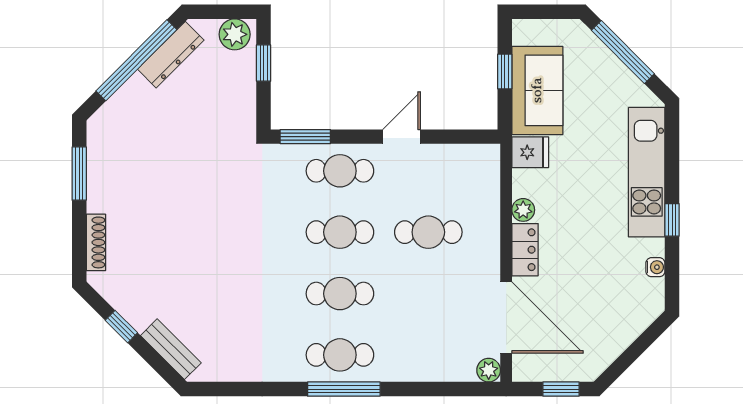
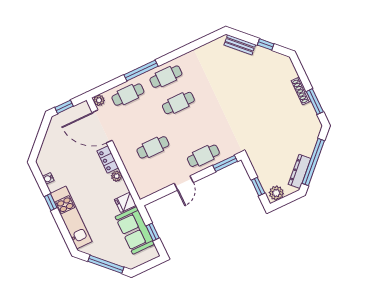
cafe table: (340, 232) -> (128, 95), moved
shoe rack: (96, 242) -> (301, 91), moved
window: (344, 389) -> (141, 70), moved

